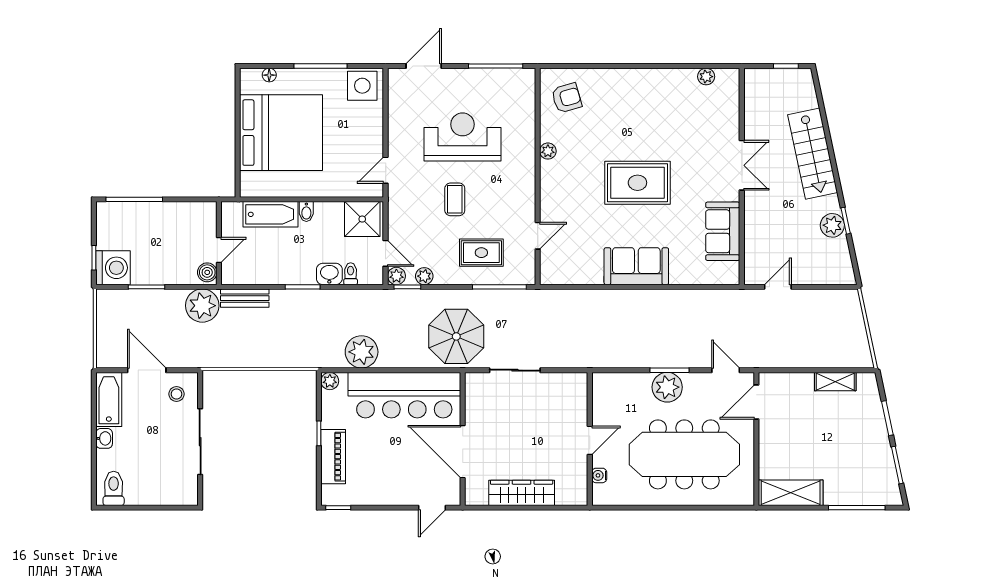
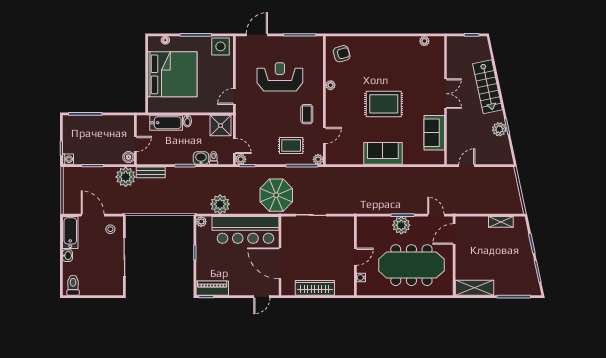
coffee table: (455, 199) -> (307, 114), moved
washing machine: (113, 268) -> (68, 159), width x0.53, depth x0.53
plant: (424, 276) -> (318, 159), moved
piano: (333, 457) -> (212, 288), moved, turned -90

